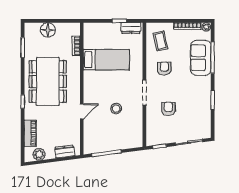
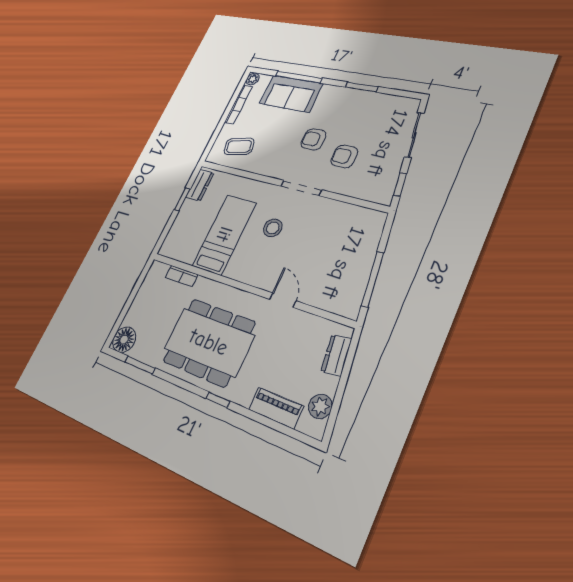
floor lamp: (48, 30) -> (124, 340), moved
armchair: (164, 69) -> (314, 139), moved
stool: (116, 109) -> (273, 228), moved

